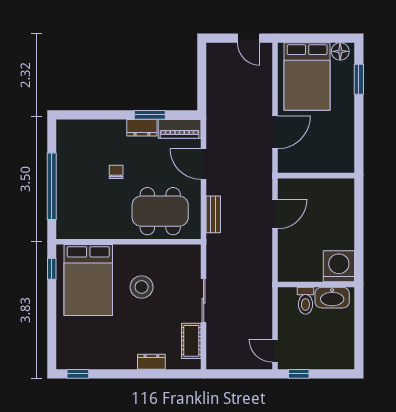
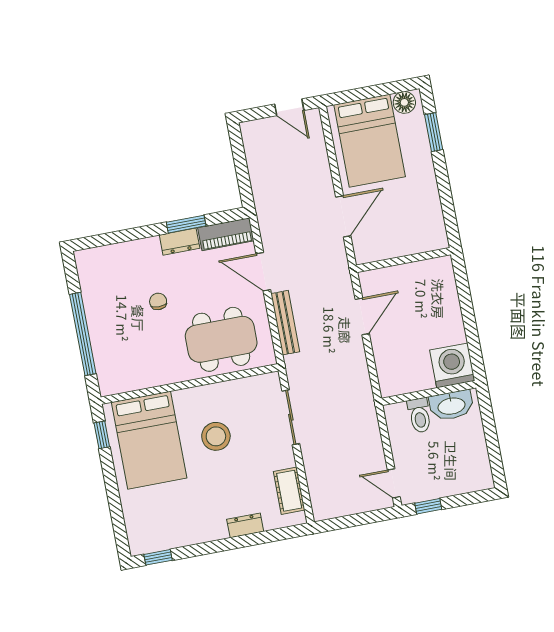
bench: (213, 214) -> (285, 323), width x1.36
sliding door: (204, 301) -> (291, 417), moved

